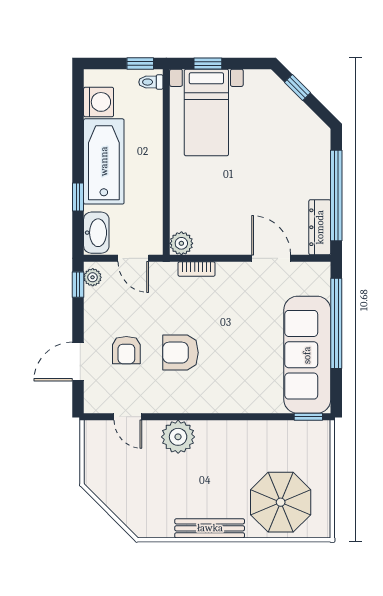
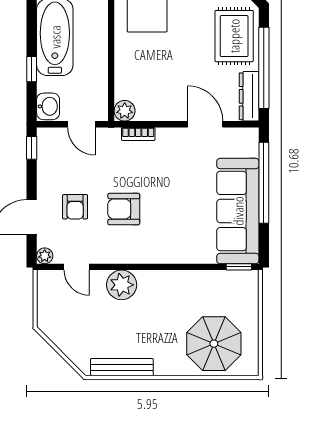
rug: (303, 160) -> (234, 36), added
washbasin: (96, 233) -> (48, 106), width x0.72
plant: (93, 277) -> (45, 256), moved
bench: (210, 528) -> (122, 367), moved

